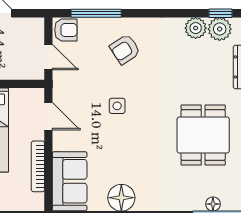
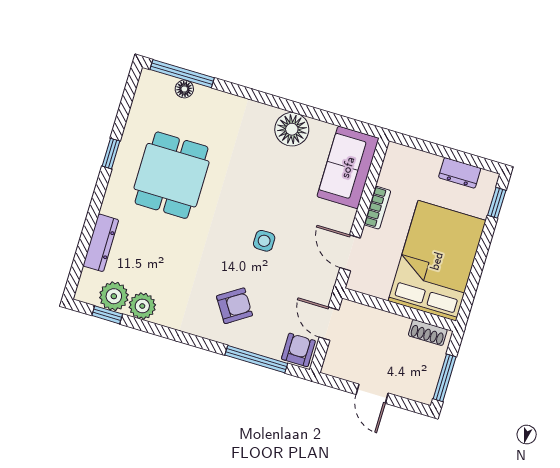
armchair: (66, 30) -> (298, 350), turned 90
bookcase: (38, 166) -> (377, 208), width x0.64

